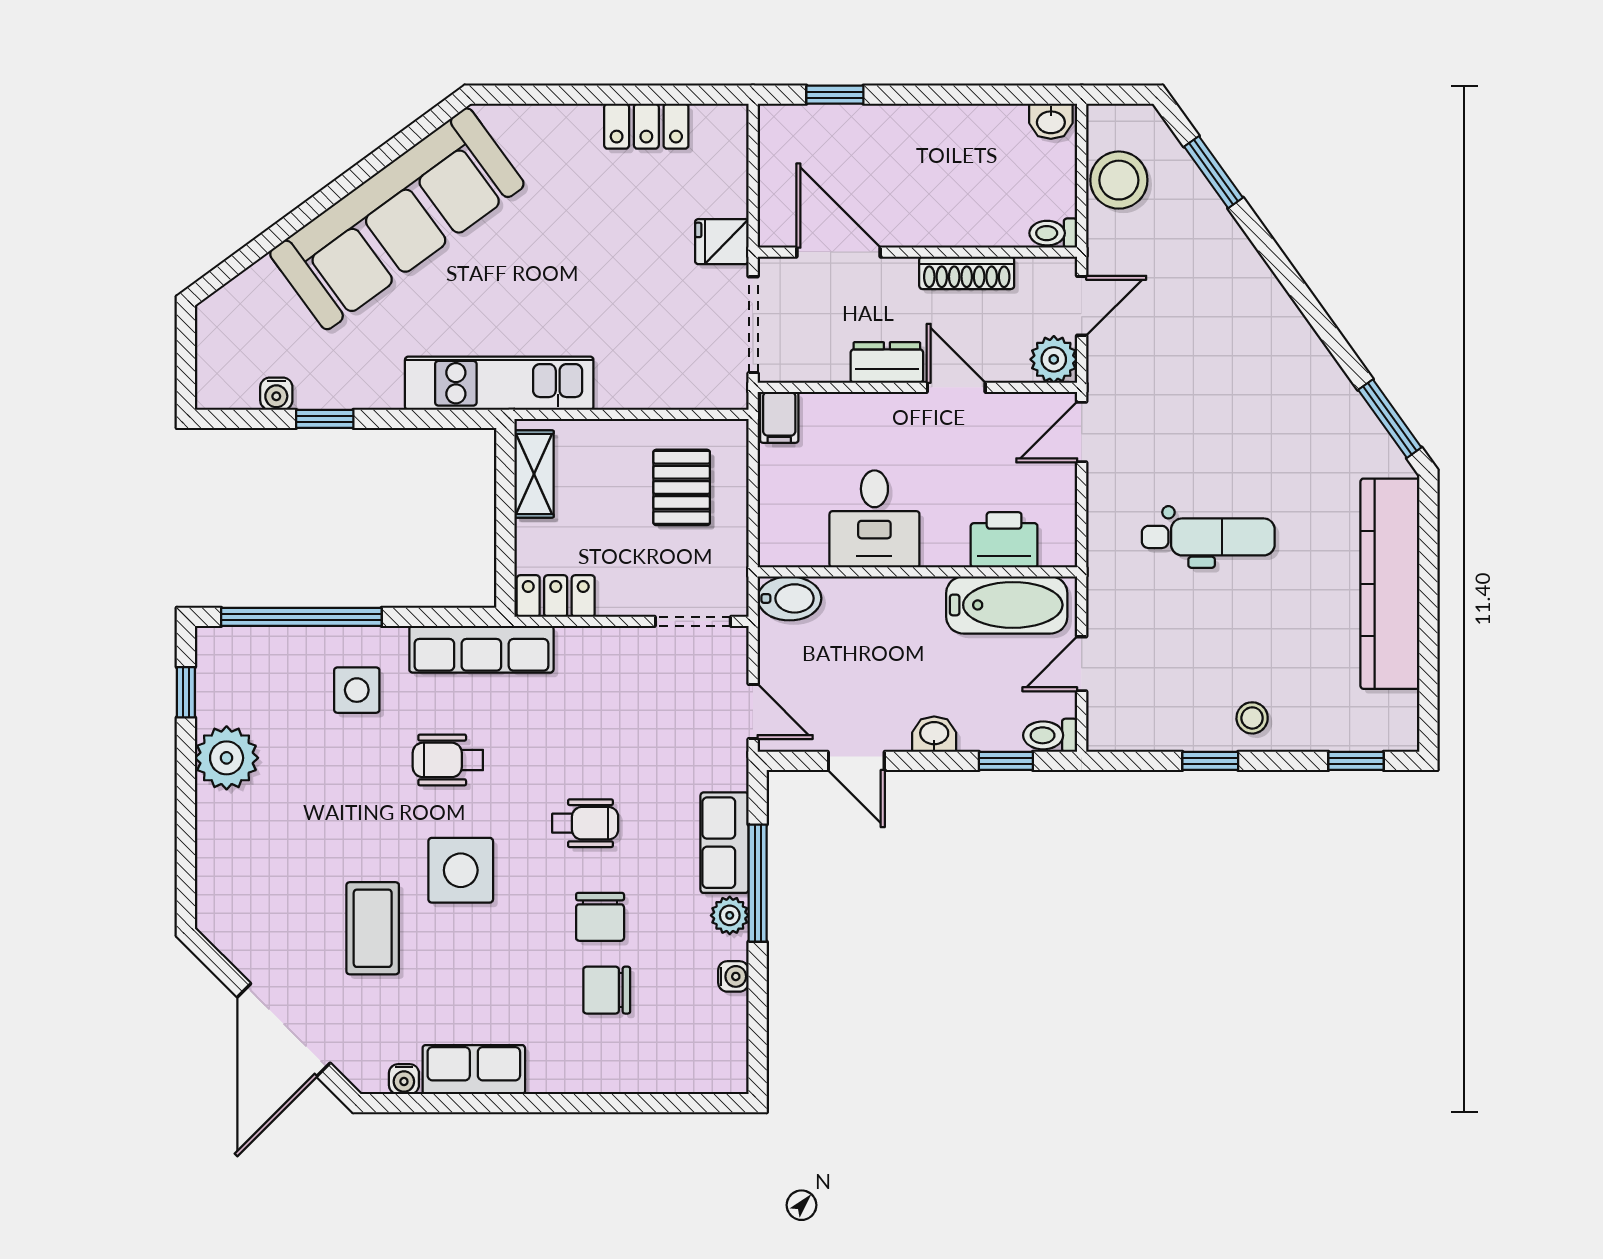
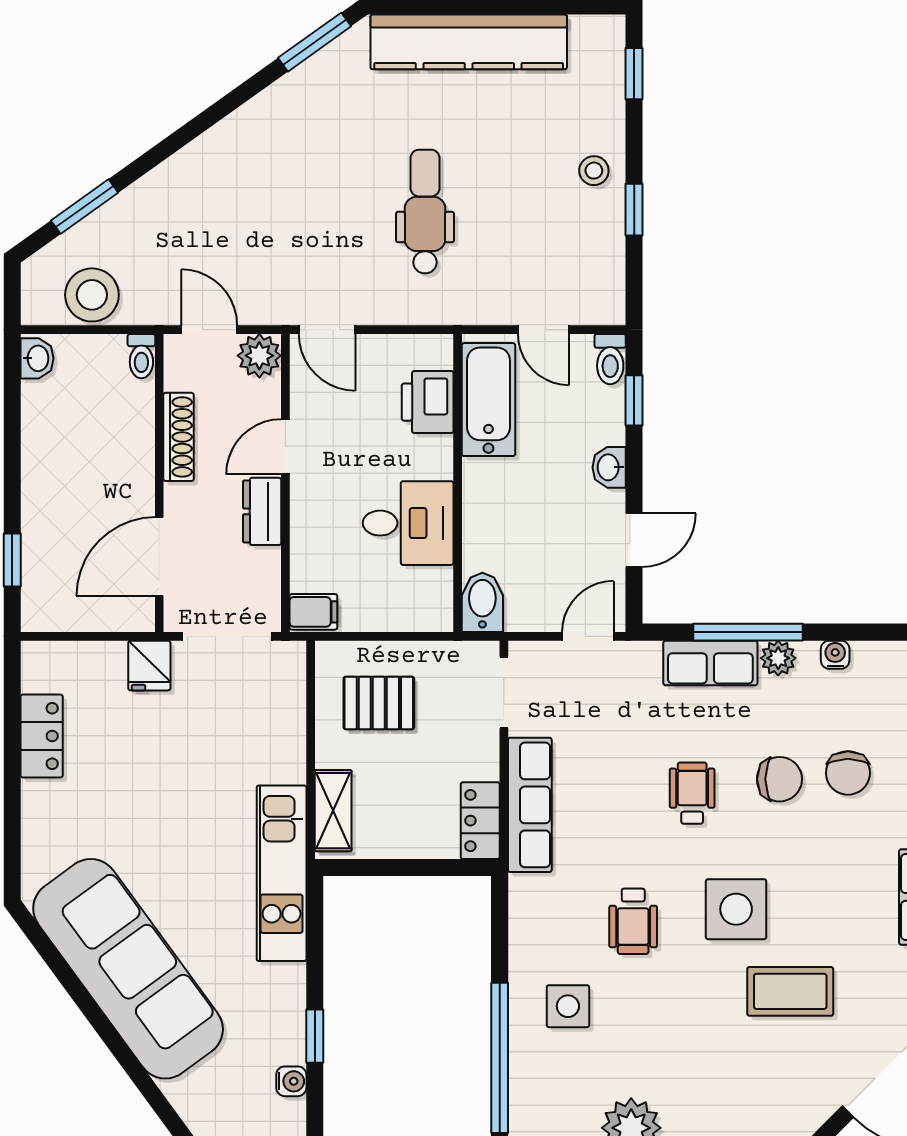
shelving: (534, 474) -> (333, 811), moved, turned 90
row of seats: (481, 649) -> (530, 805), moved

